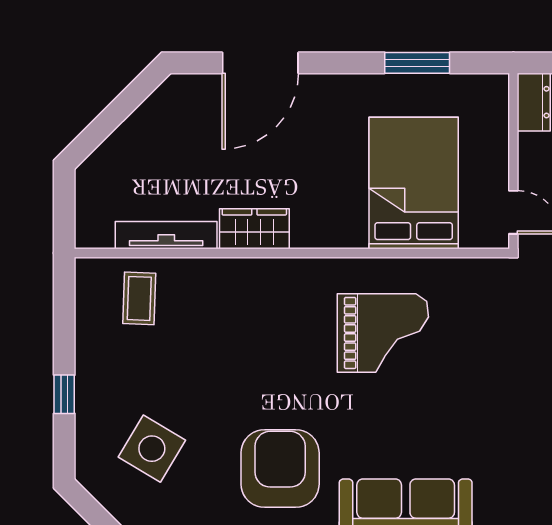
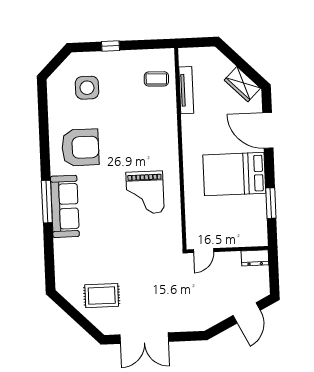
bed: (414, 183) -> (234, 174), moved, turned 180
wardrobe: (254, 229) -> (242, 84), moved, turned 135
side table: (152, 449) -> (87, 88), turned -31

